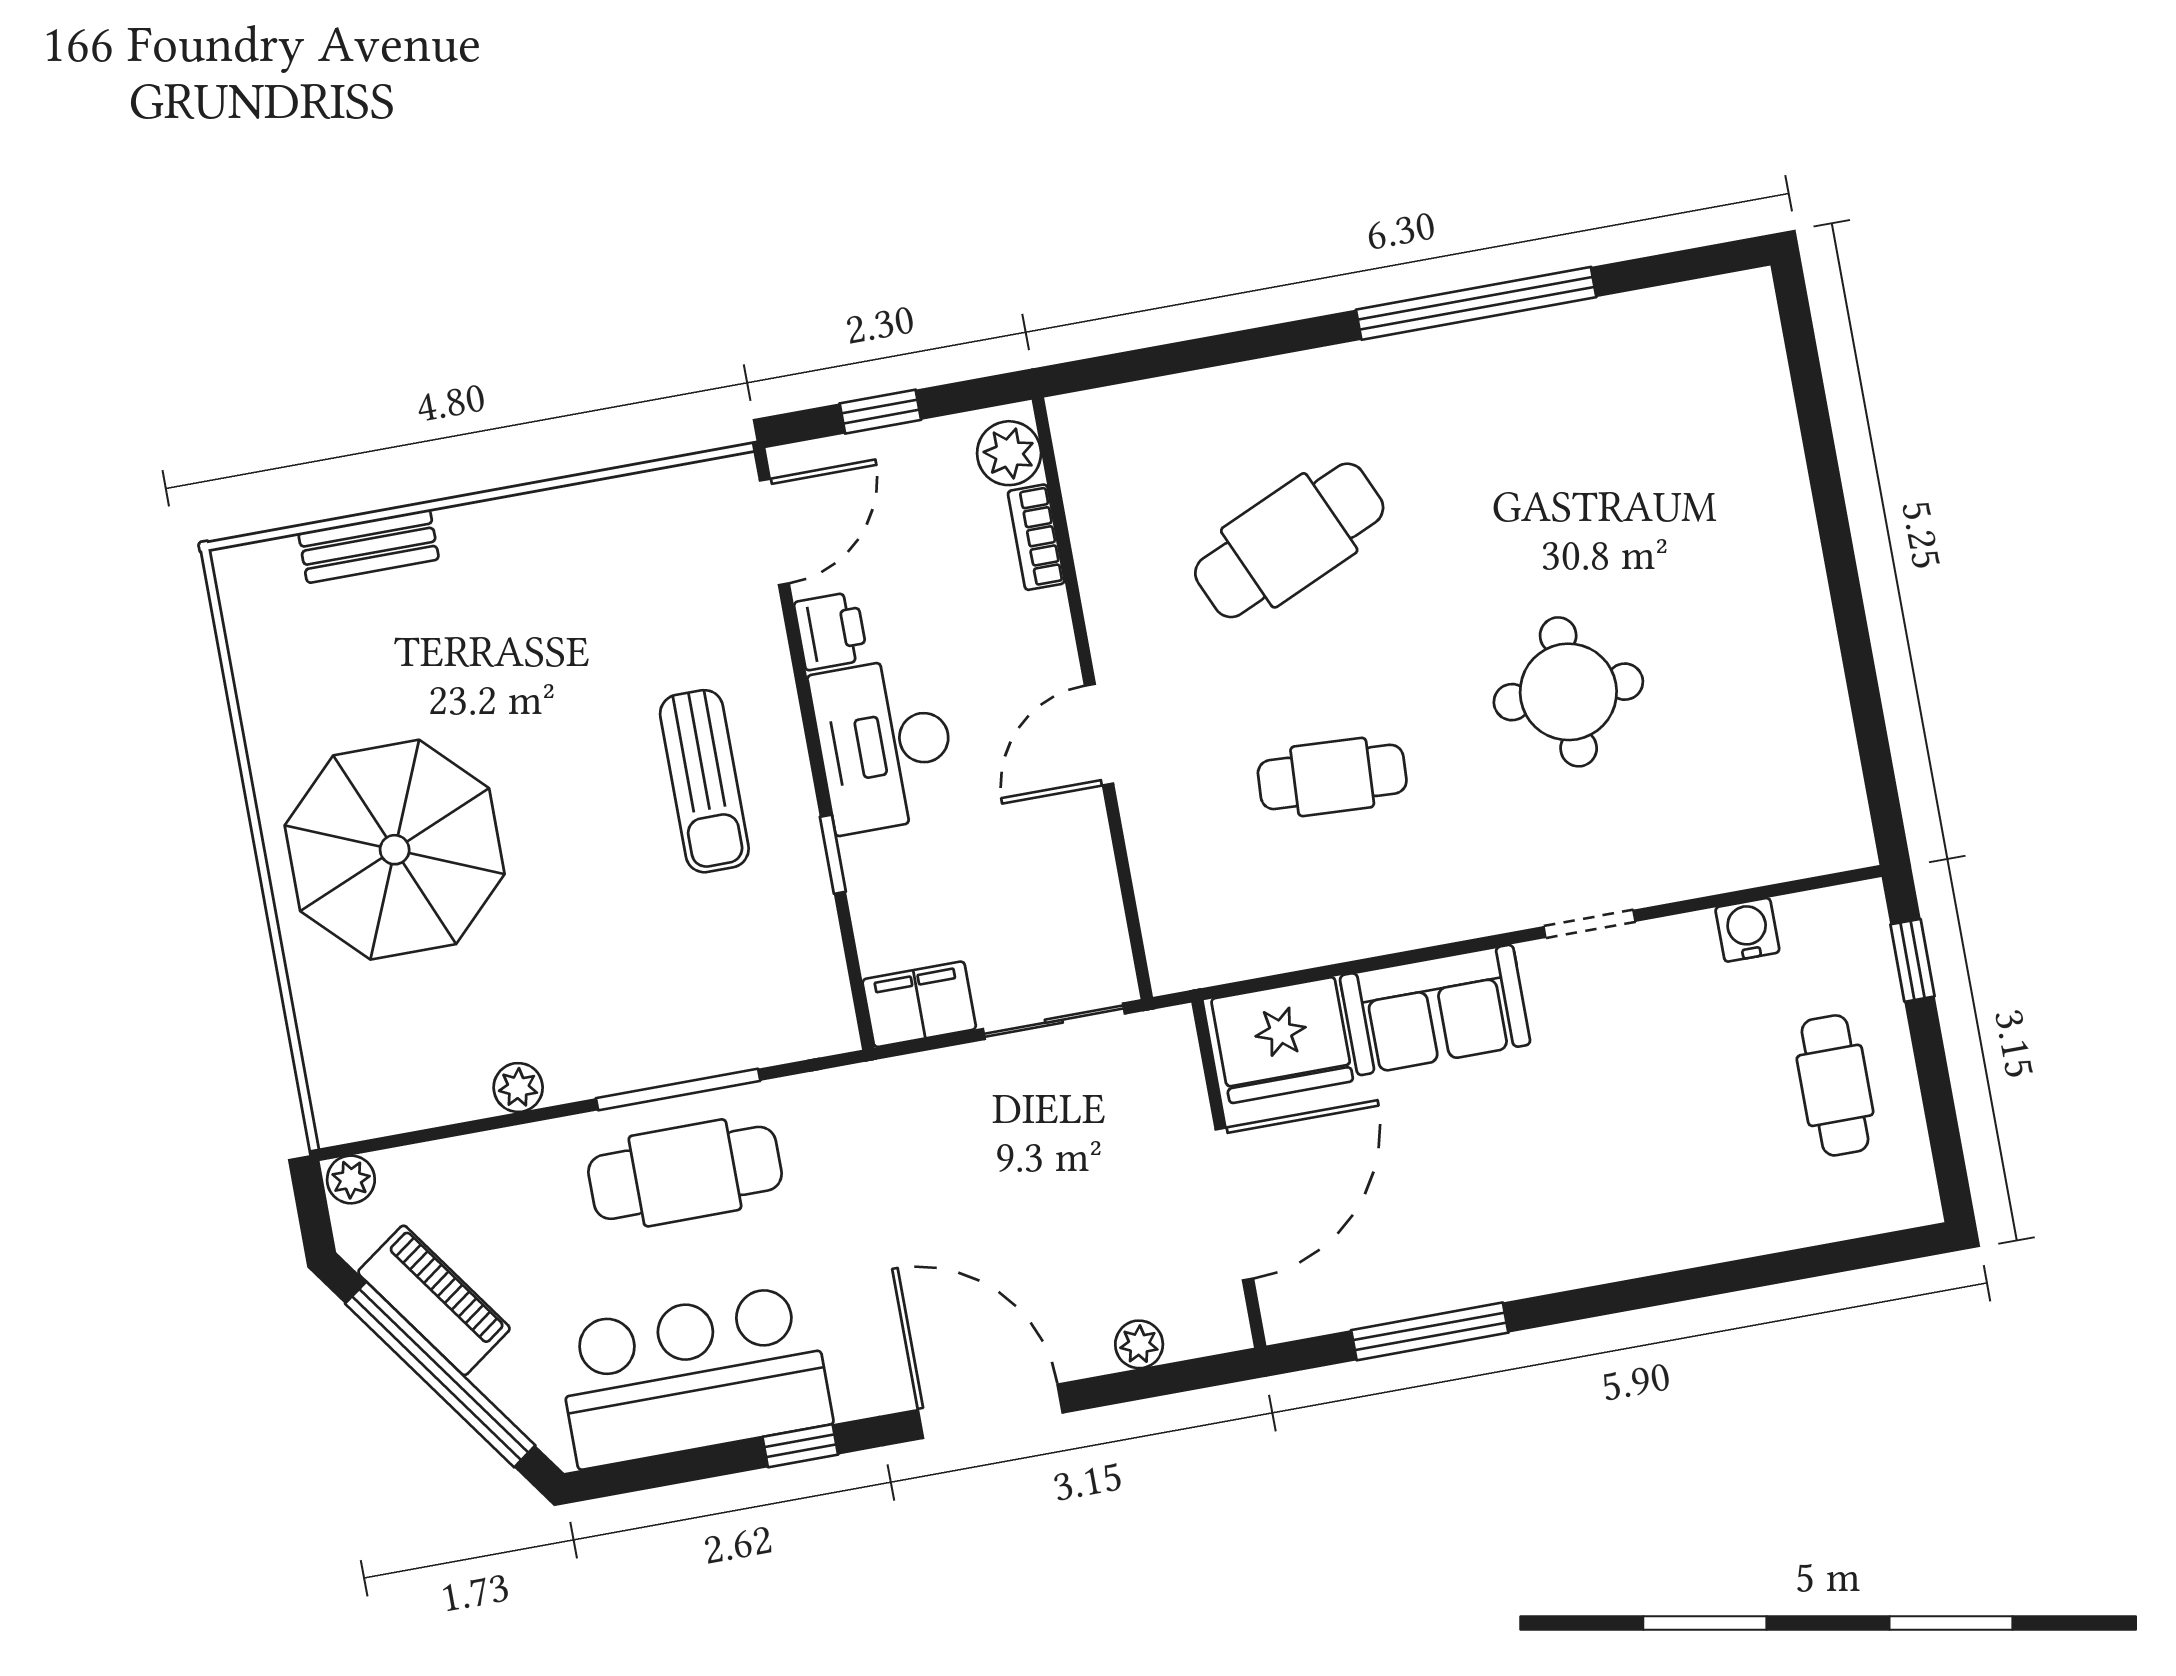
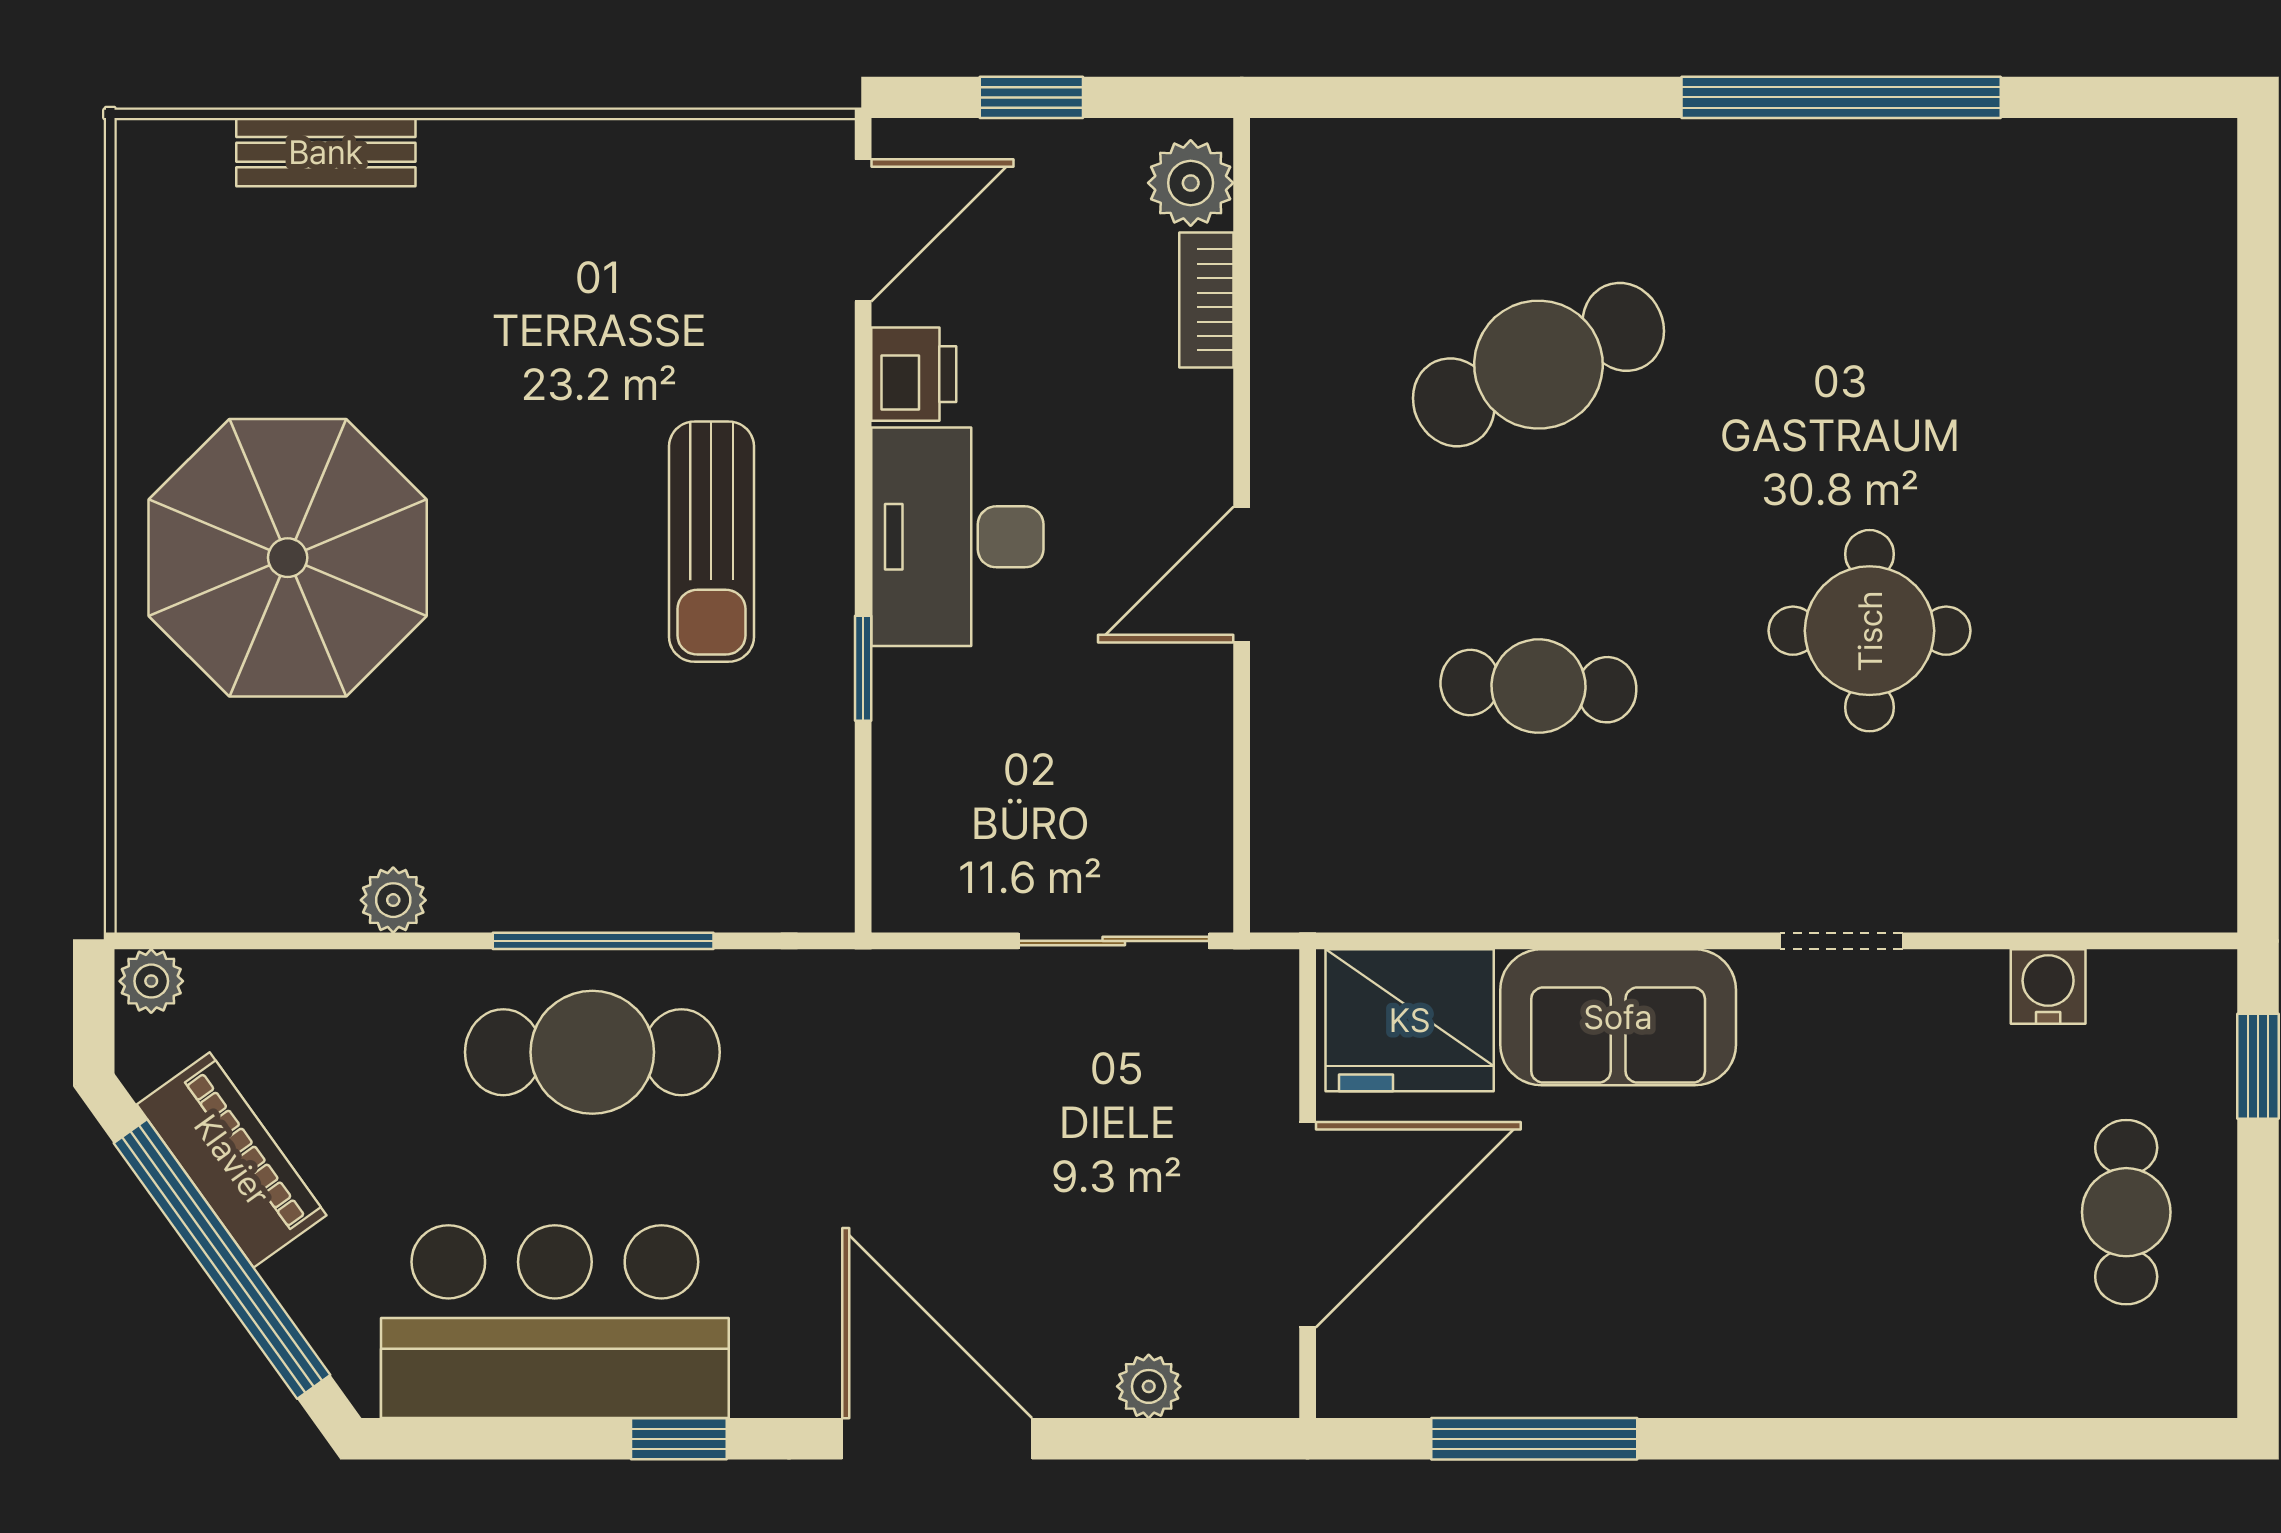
filing cabinet: (919, 1004) -> (941, 886), removed

